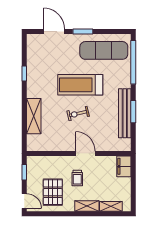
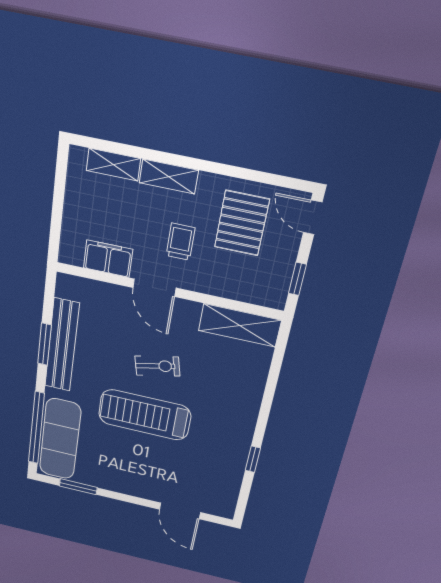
window: (83, 32) -> (78, 487), moved
exercise mat: (104, 50) -> (60, 439), moved, turned 90
treadmill: (80, 85) -> (145, 415), turned 180
shelving: (34, 116) -> (240, 325), moved, turned 90
filing cabinet: (124, 166) -> (108, 259), moved, turned -90

